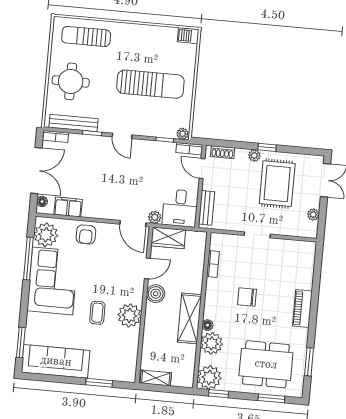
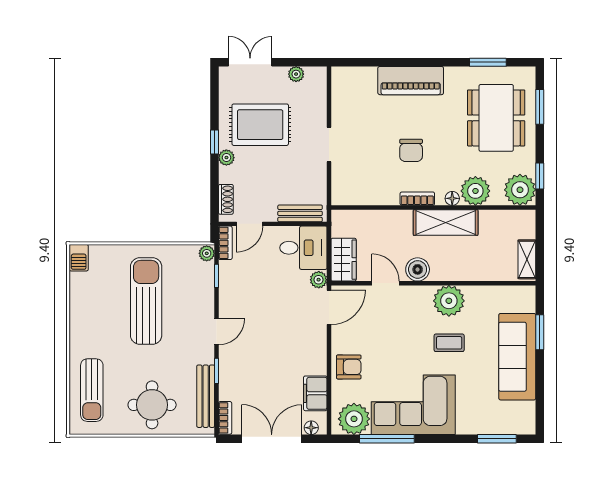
bookcase: (213, 264) -> (417, 199), moved
piano: (302, 309) -> (411, 81), width x1.37, depth x1.33
sofa: (56, 361) -> (517, 357), moved

